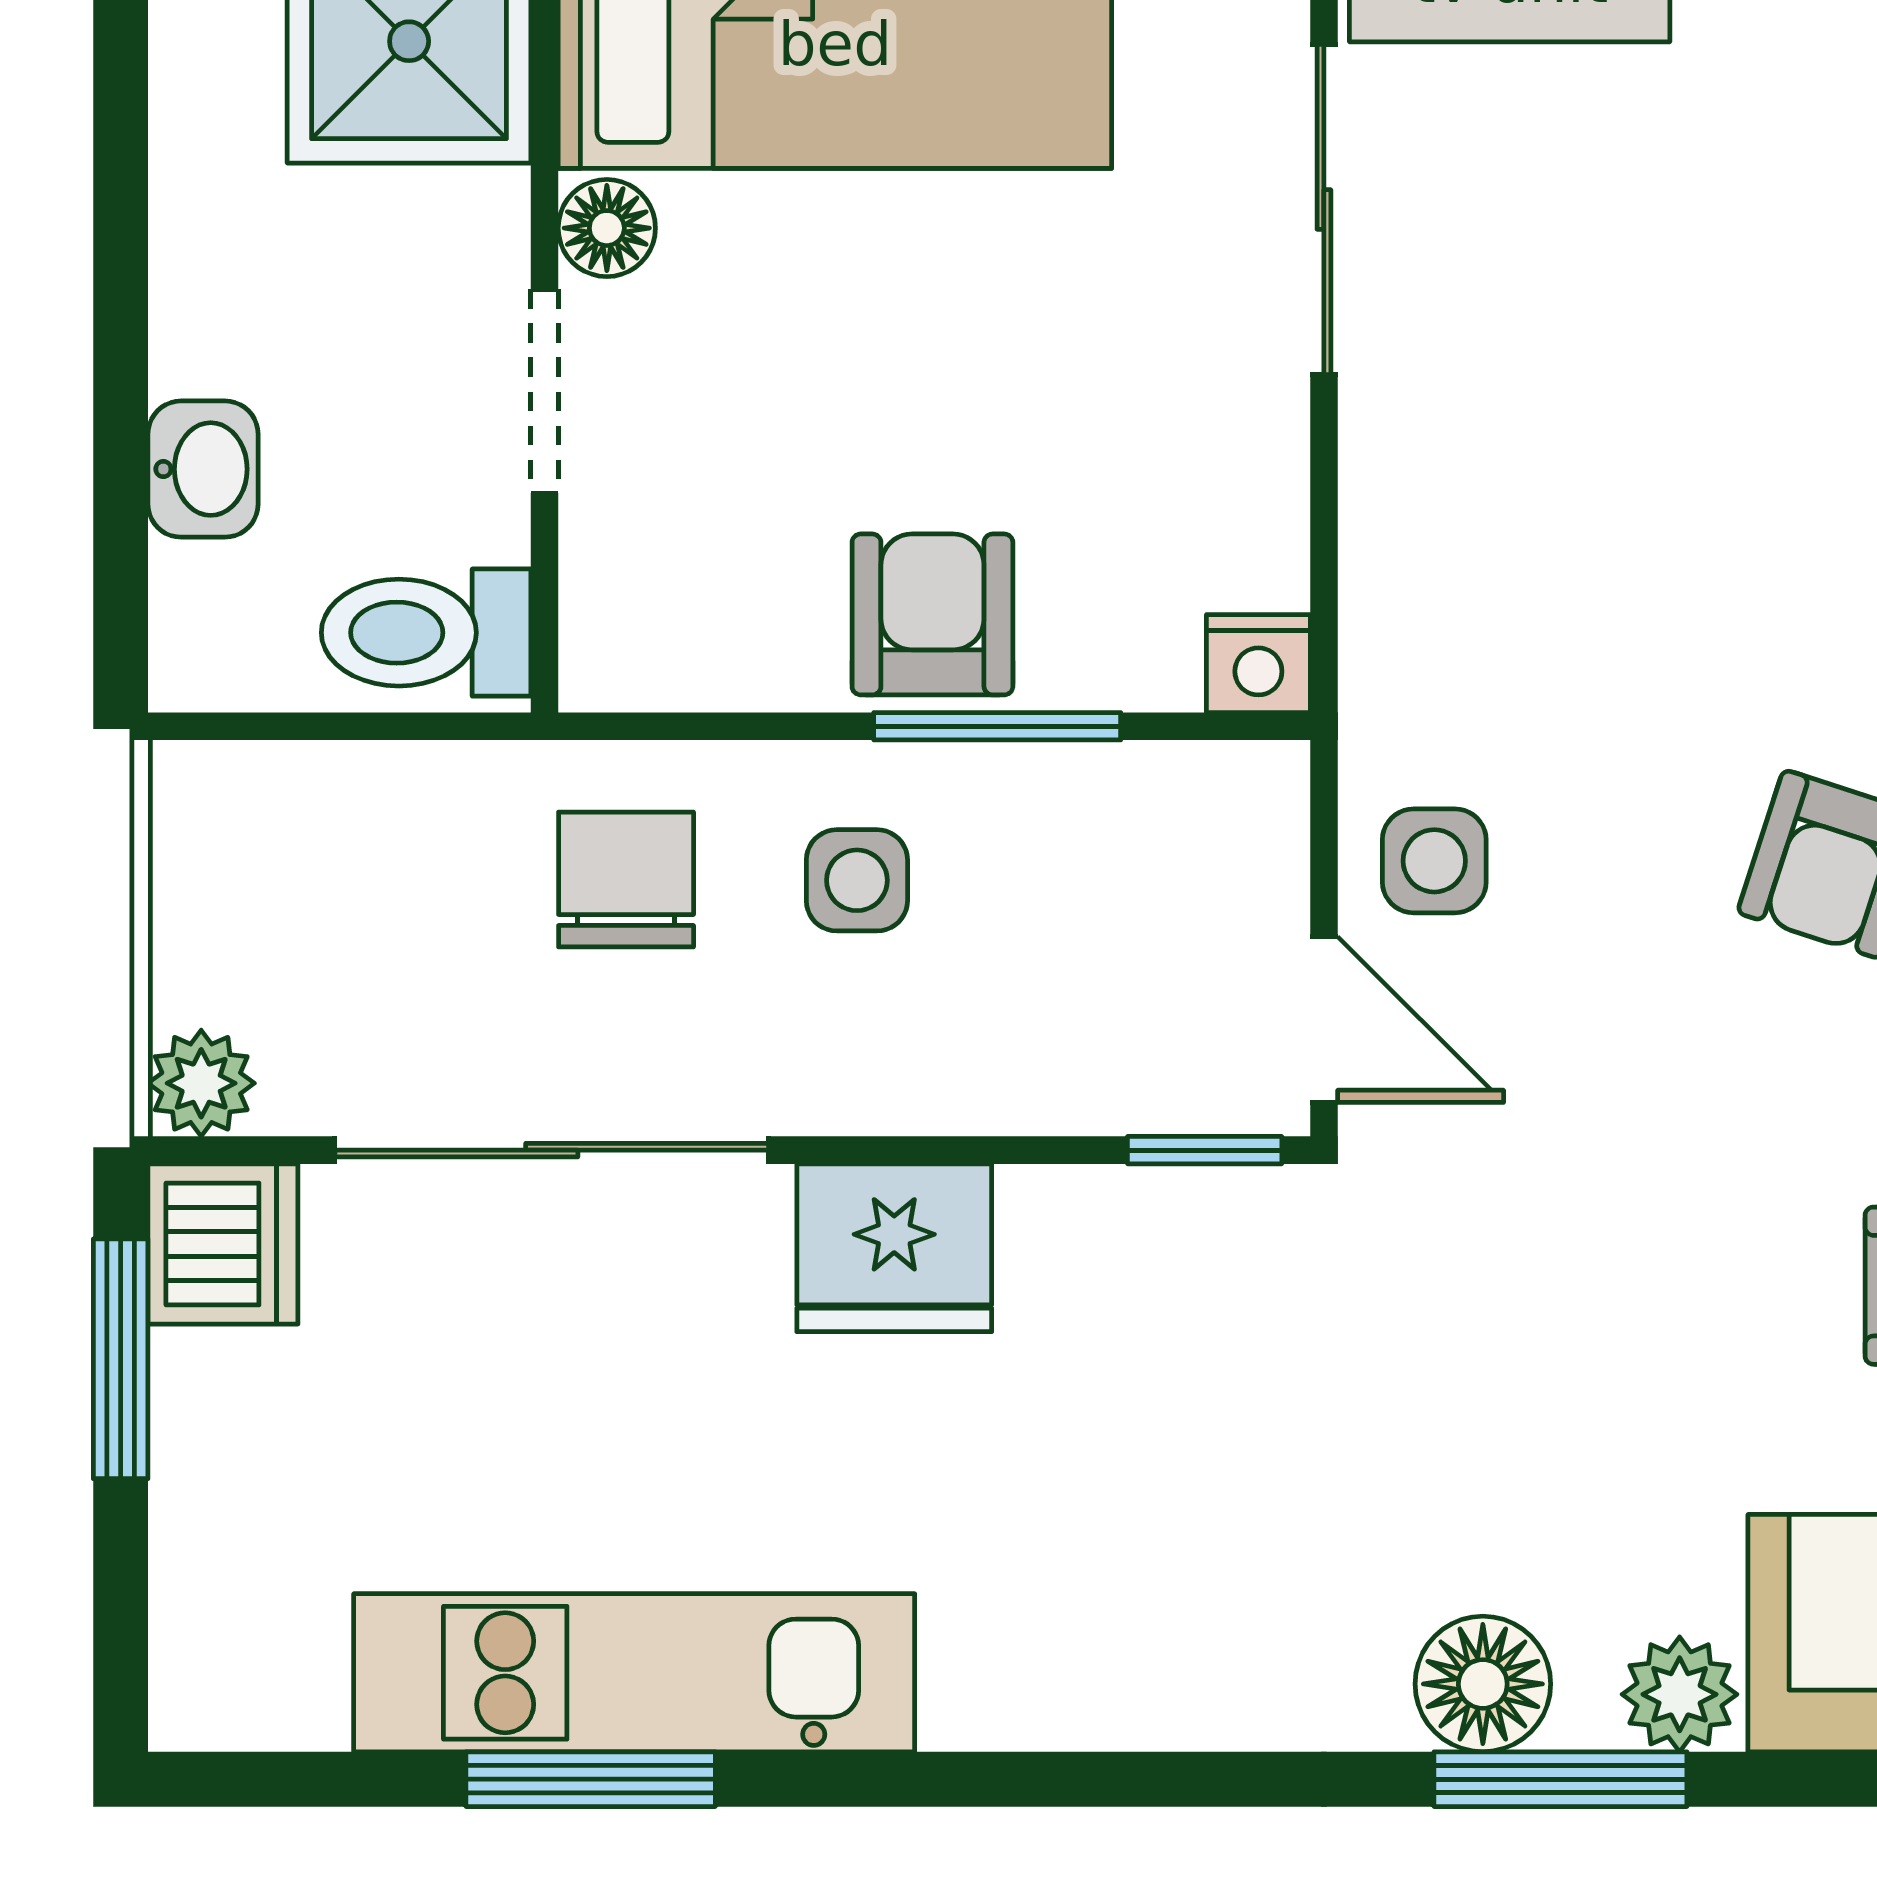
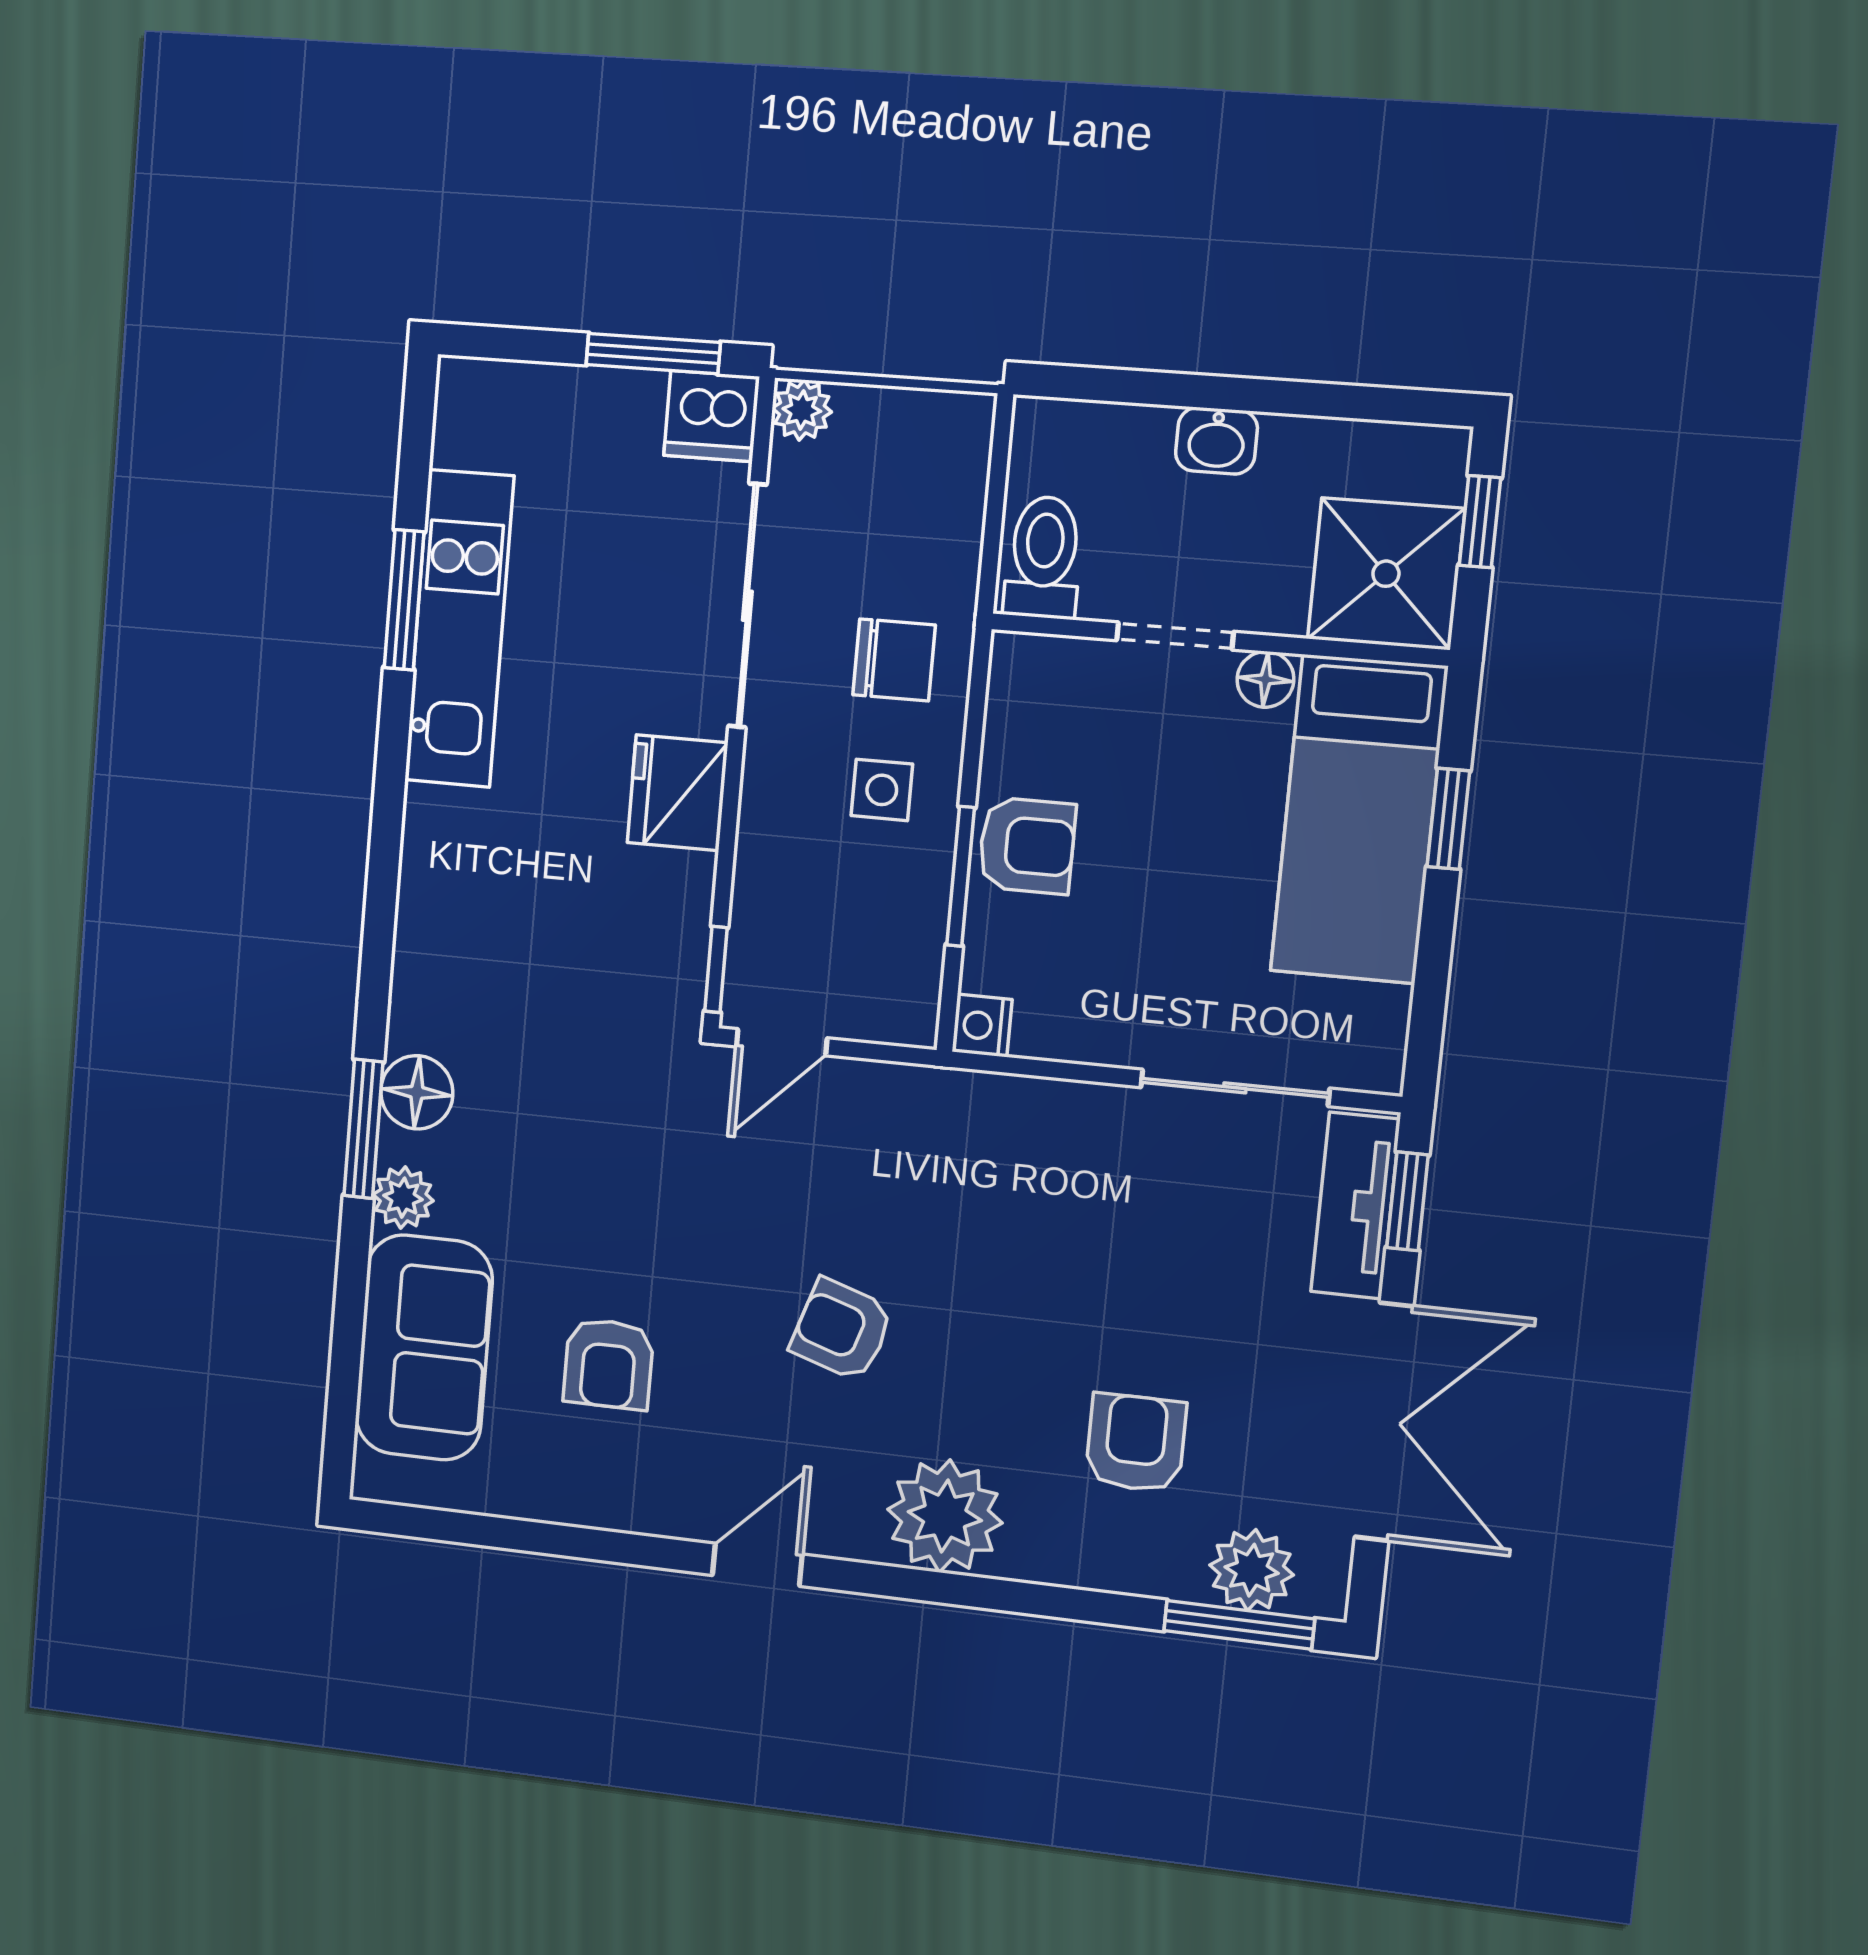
washbasin: (203, 469) -> (1216, 441), moved
side table: (1434, 861) -> (863, 1112), removed

